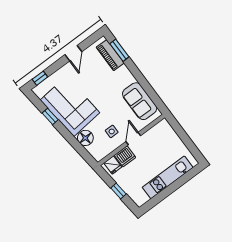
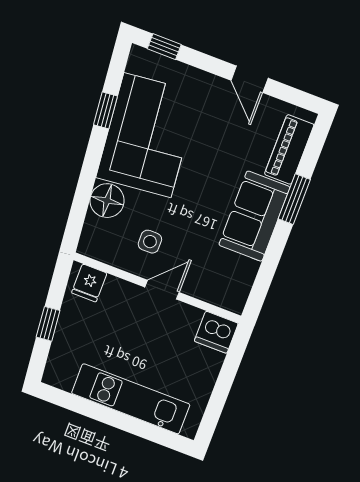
window: (119, 50) -> (294, 199), moved
door: (73, 53) -> (250, 79), hinge flipped
sofa: (140, 101) -> (254, 216), moved
dishwasher: (125, 156) -> (216, 332), moved

